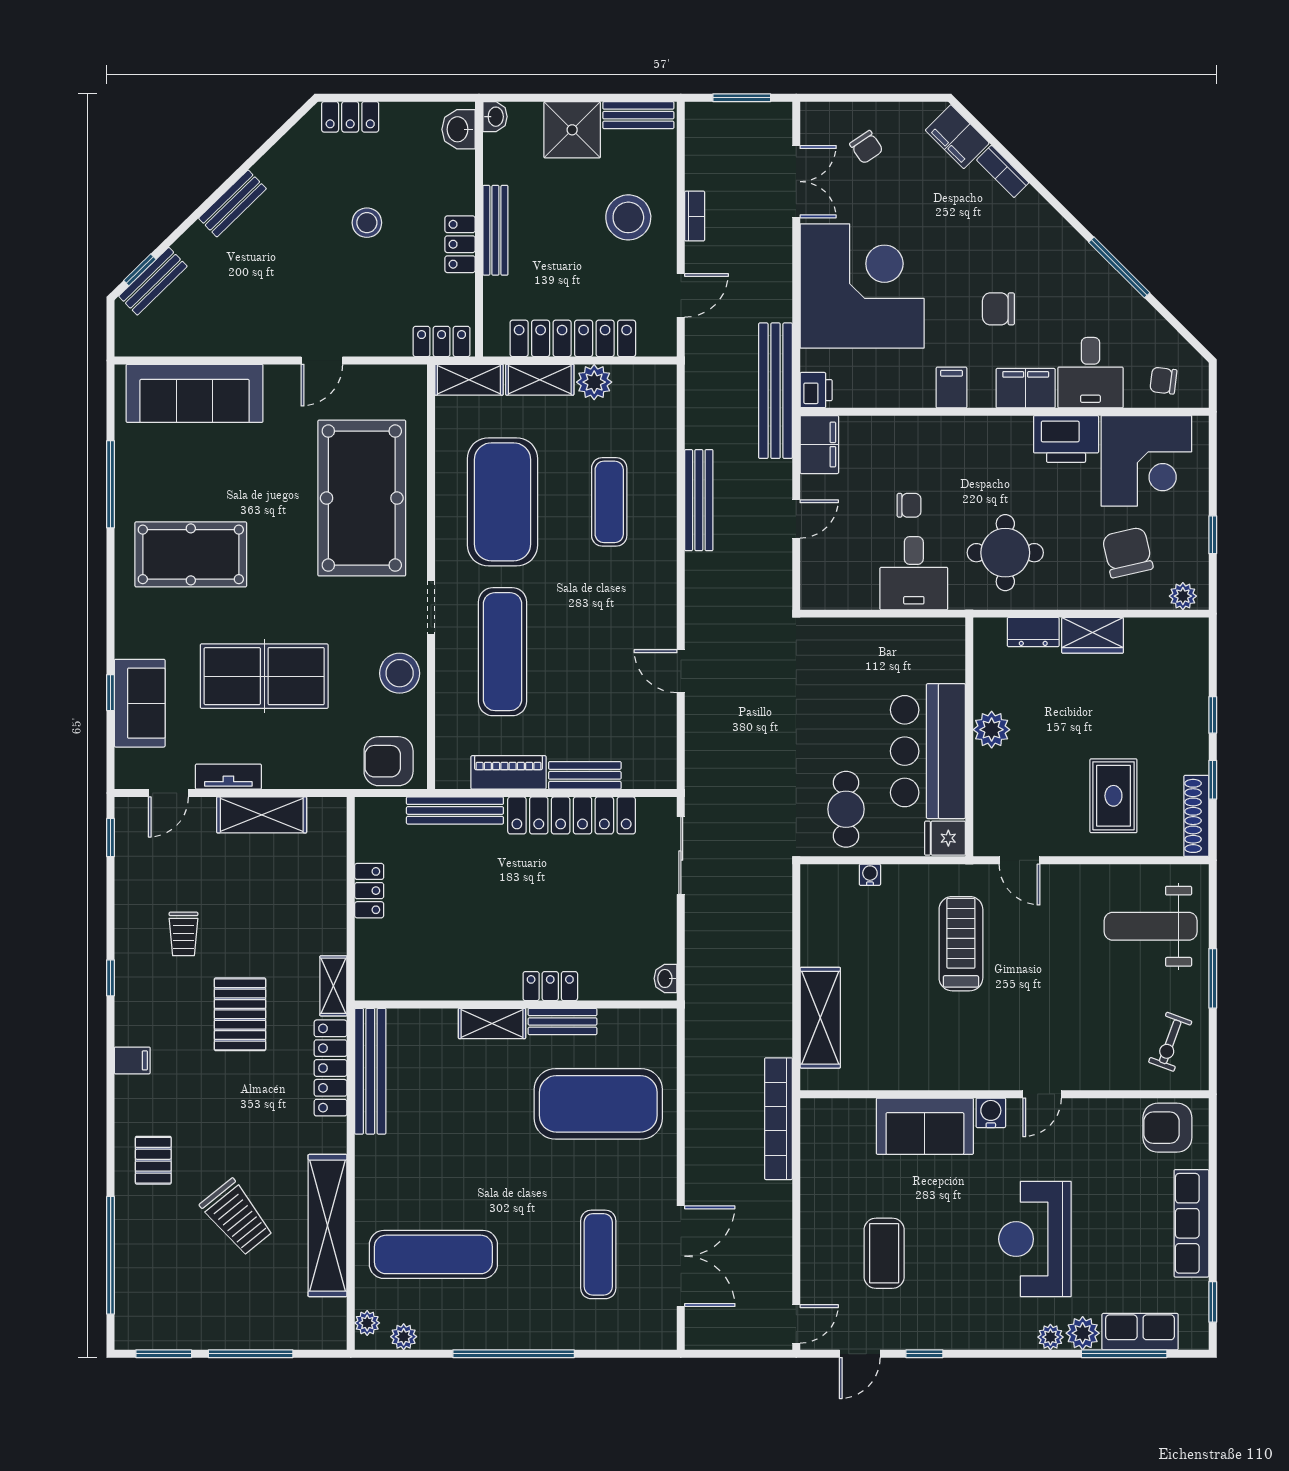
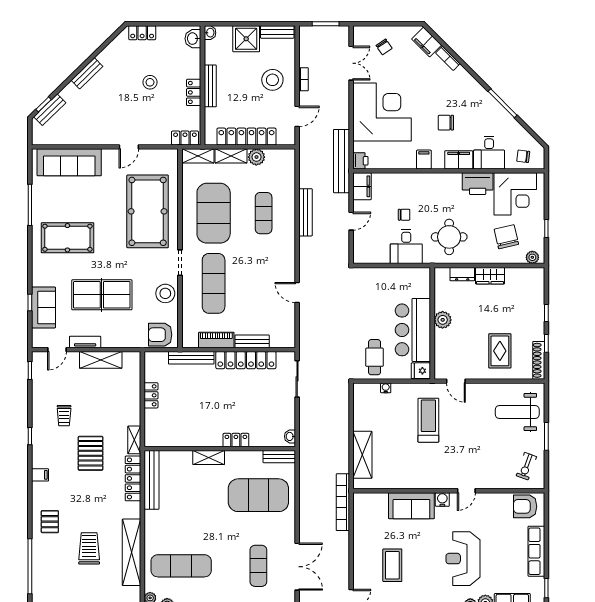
bench: (563, 1021) -> (279, 457), moved
trolley: (237, 1217) -> (89, 548), turned -141

